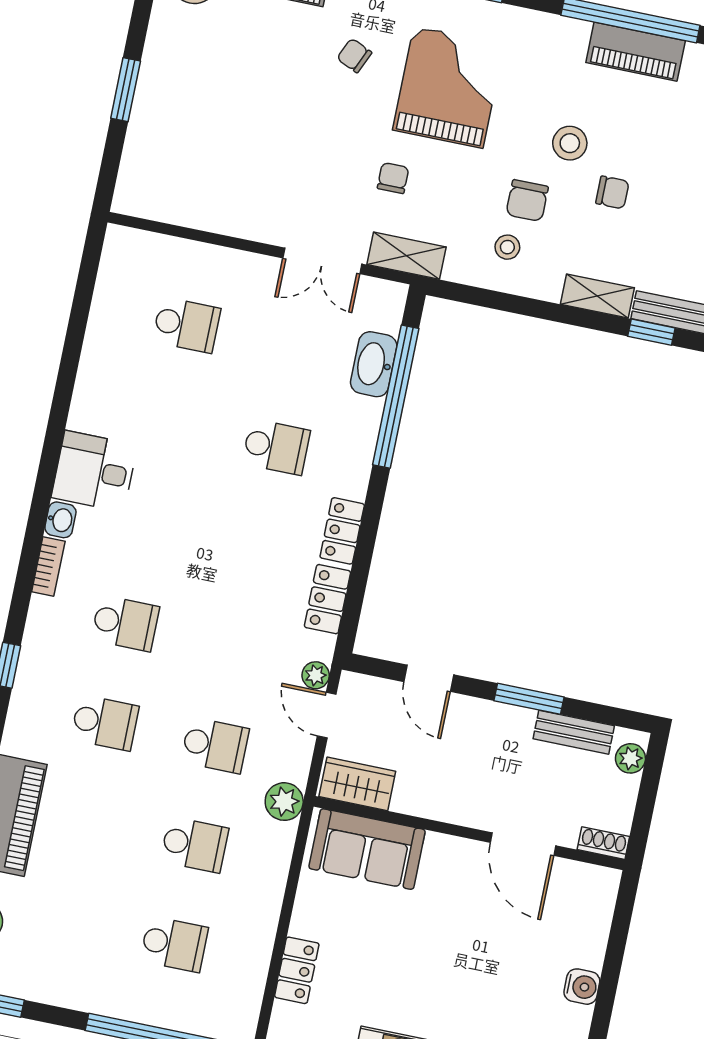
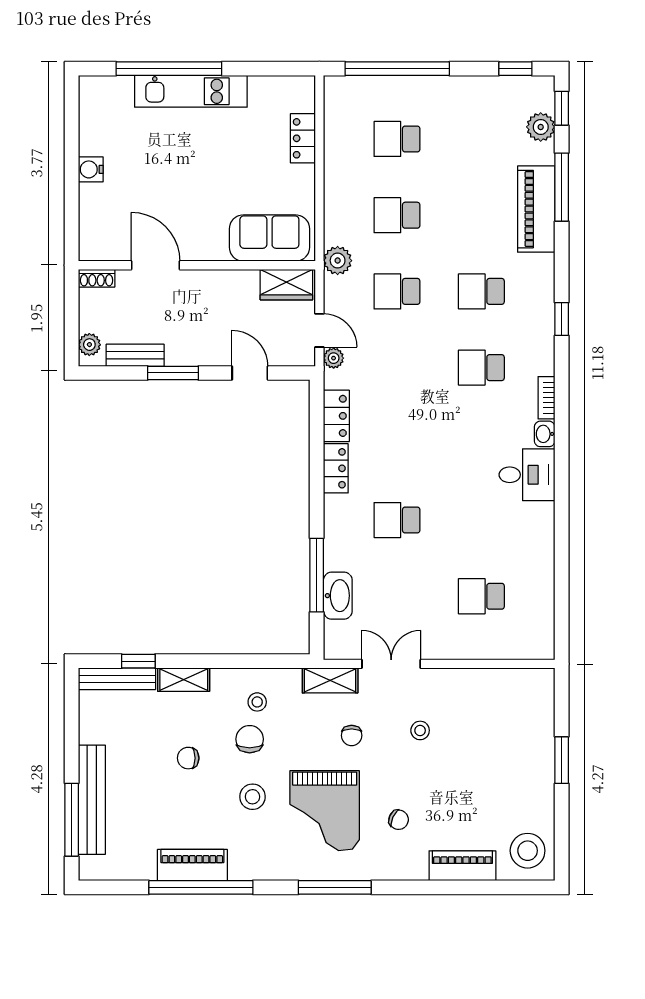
stool: (570, 143) -> (253, 797), moved
stool: (302, 166) -> (420, 730), added
window: (396, 397) -> (317, 575), width x0.68

